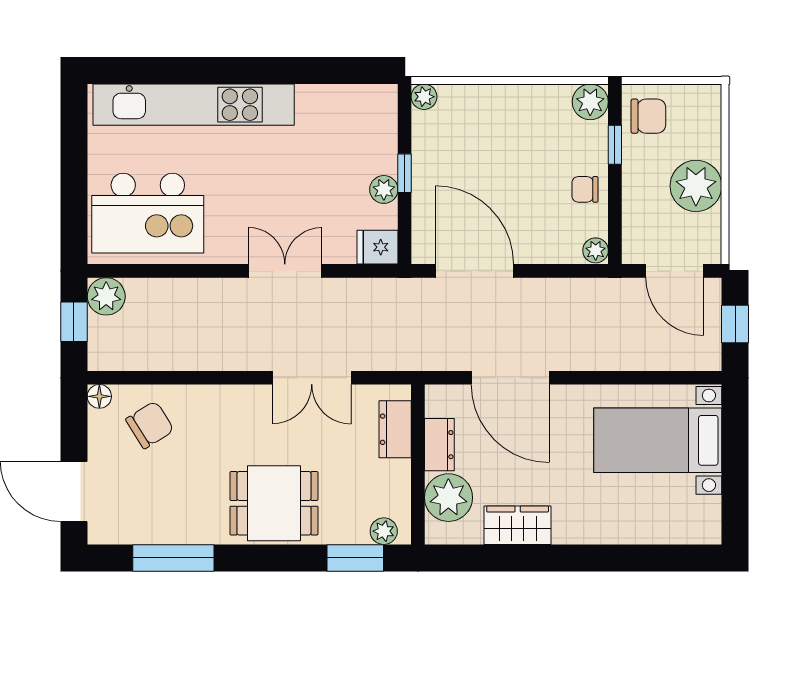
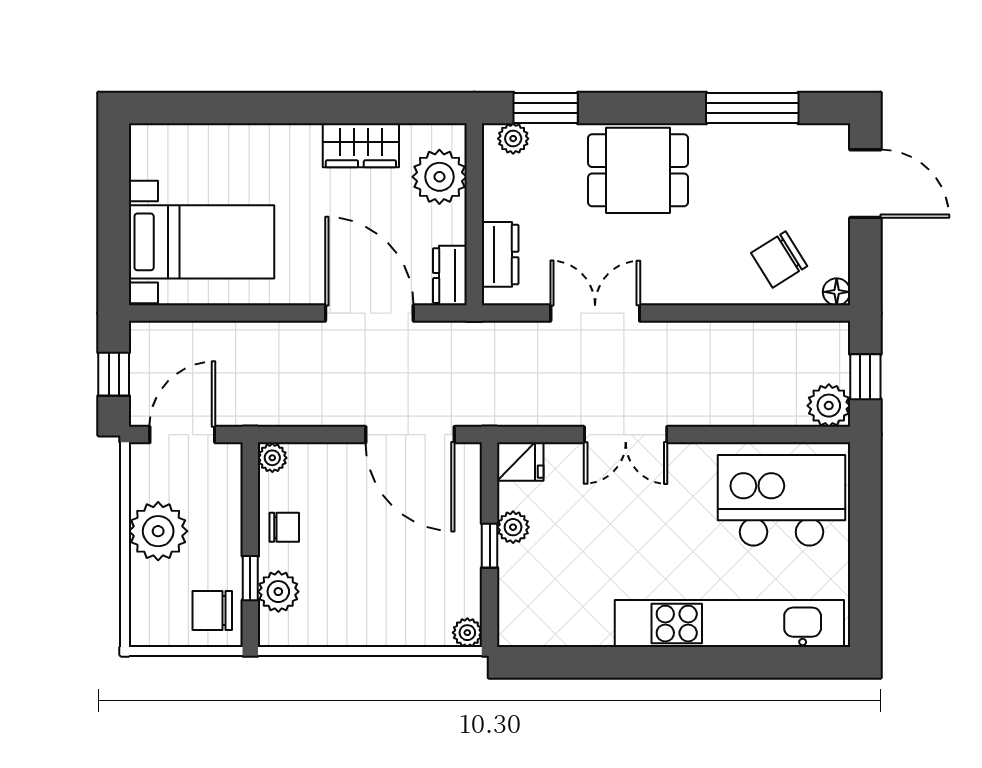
plant: (590, 102) -> (278, 592), moved
door: (675, 271) -> (182, 435), hinge flipped
dresser: (439, 445) -> (450, 276), moved

